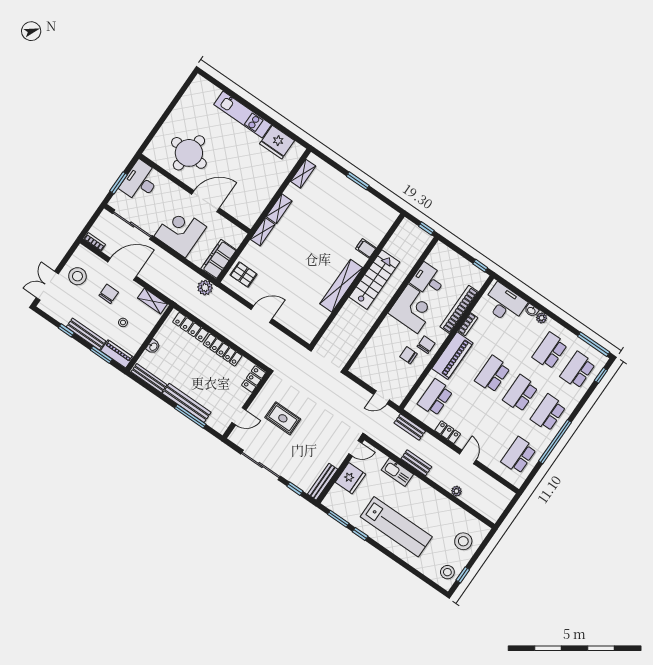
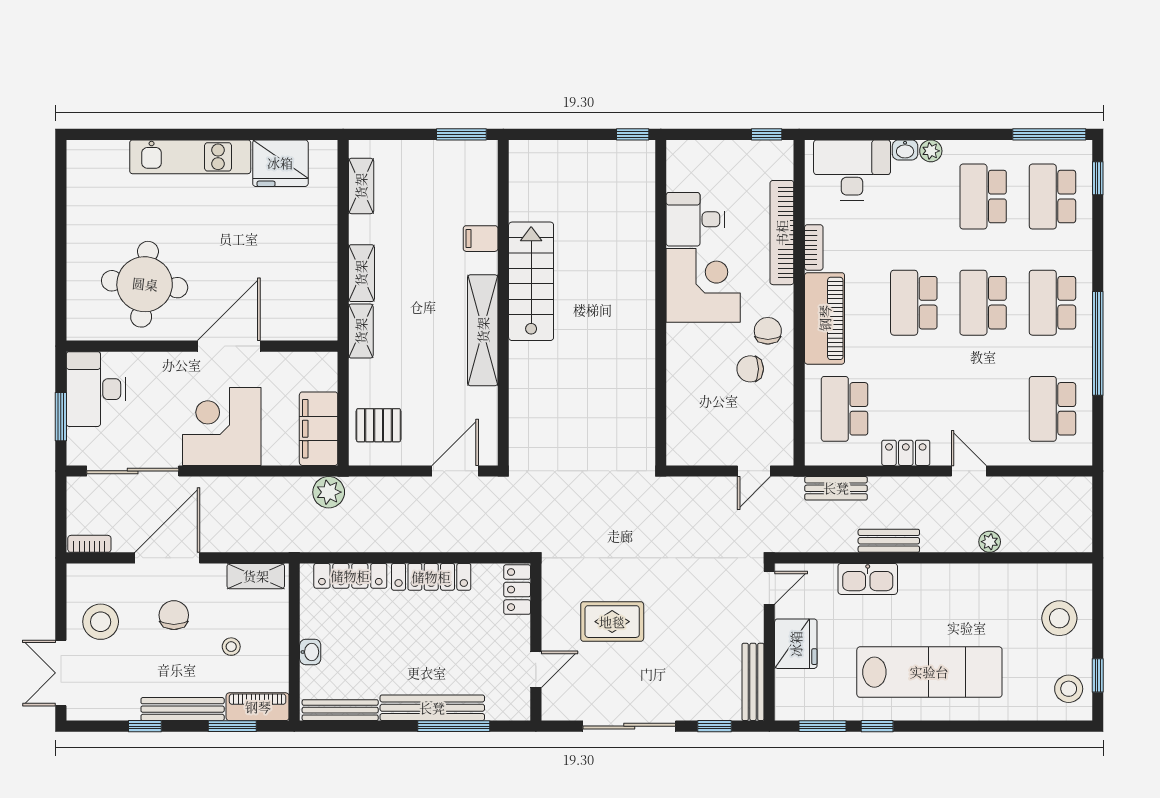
filing cabinet: (366, 248) -> (481, 239), moved
wall: (357, 280) -> (503, 303), moved
stairs: (374, 280) -> (531, 281), moved
shelving: (341, 286) -> (483, 330), moved

